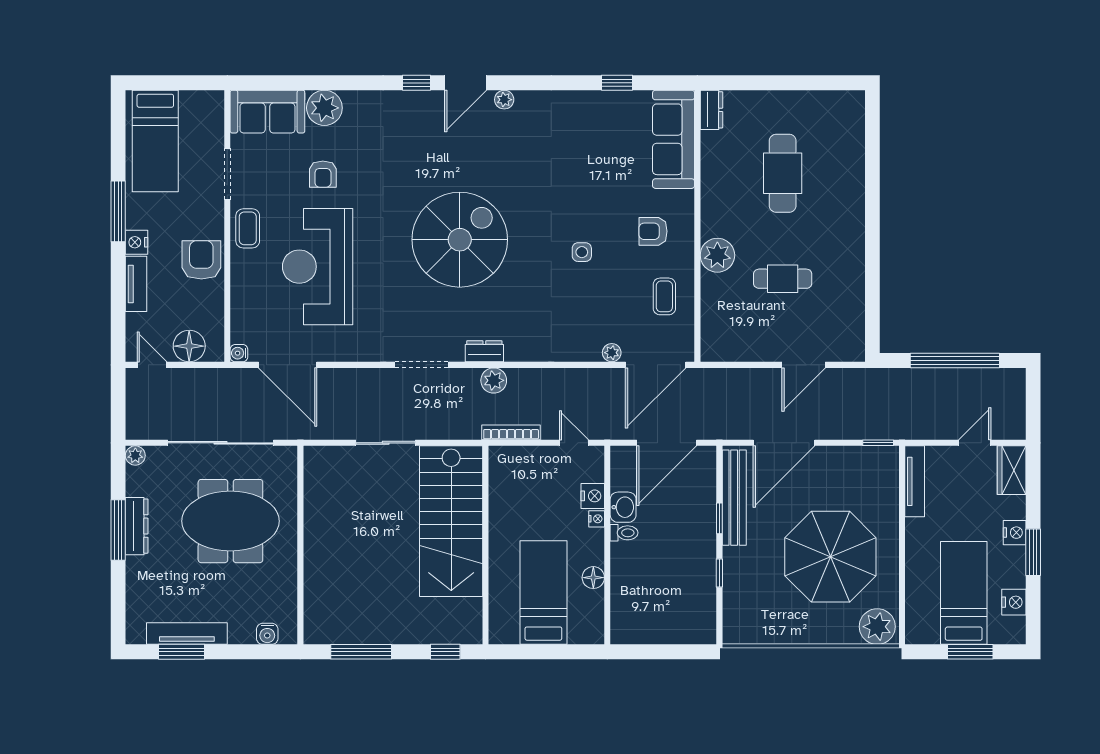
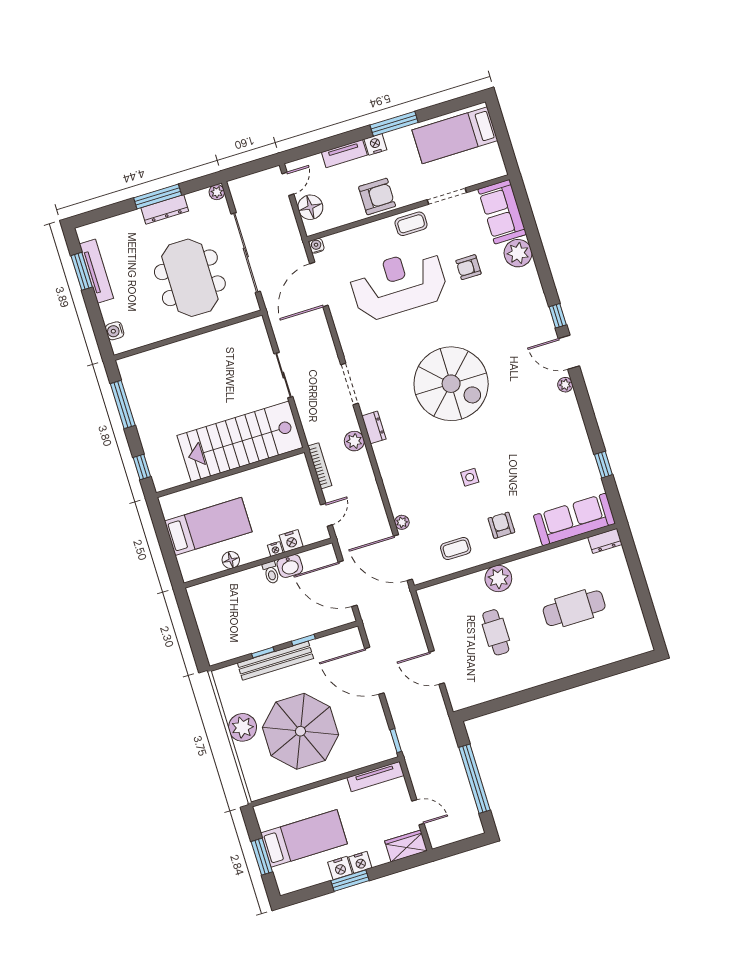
bench: (734, 498) -> (275, 661), moved
nightstand: (1014, 602) -> (340, 868), moved
plant: (877, 627) -> (243, 727), moved

